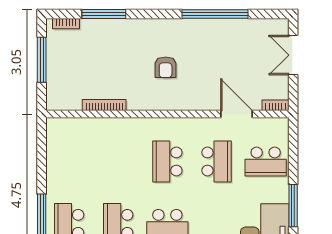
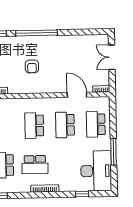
window: (215, 14) -> (36, 33), moved
school desk: (216, 162) -> (65, 125), turned 180
school desk: (266, 162) -> (96, 124), turned 90

